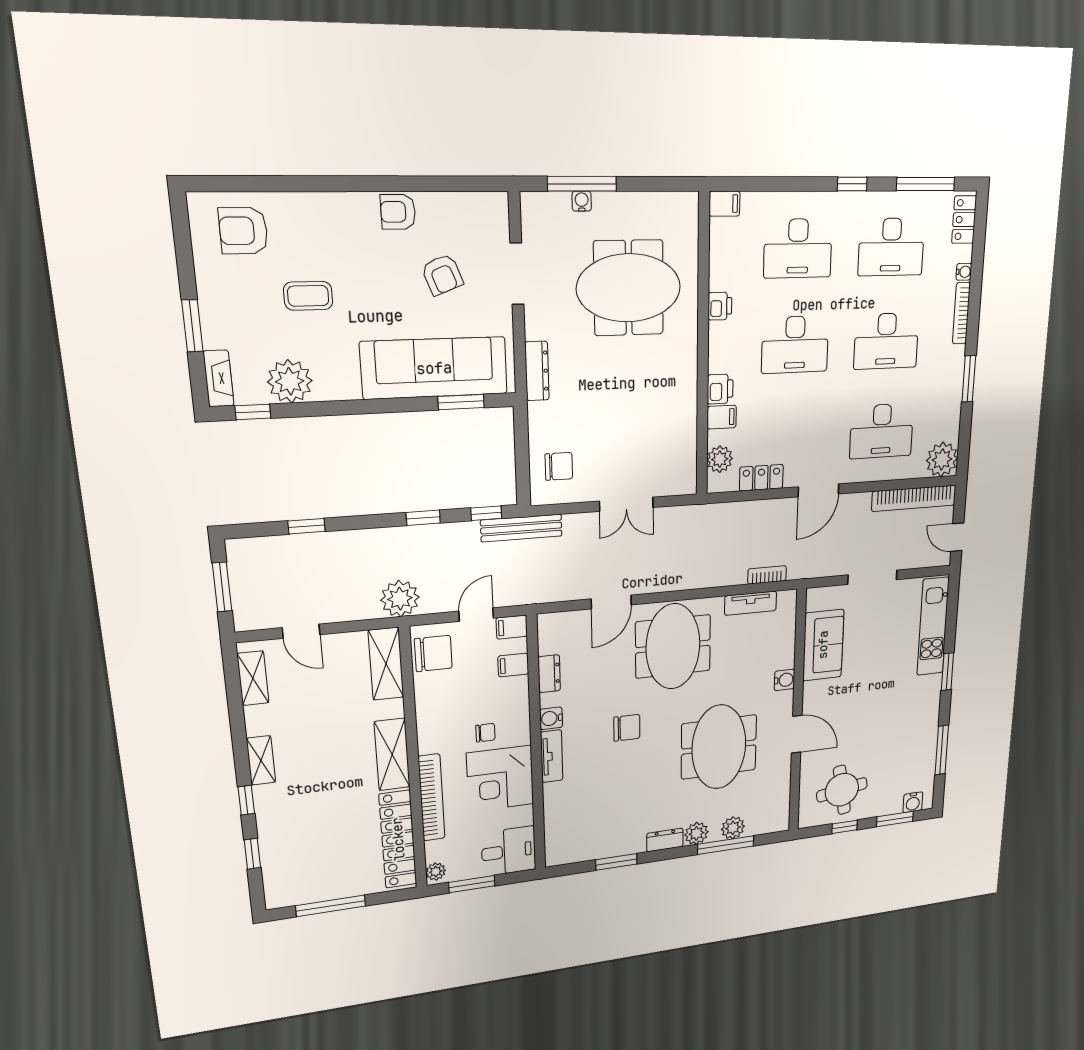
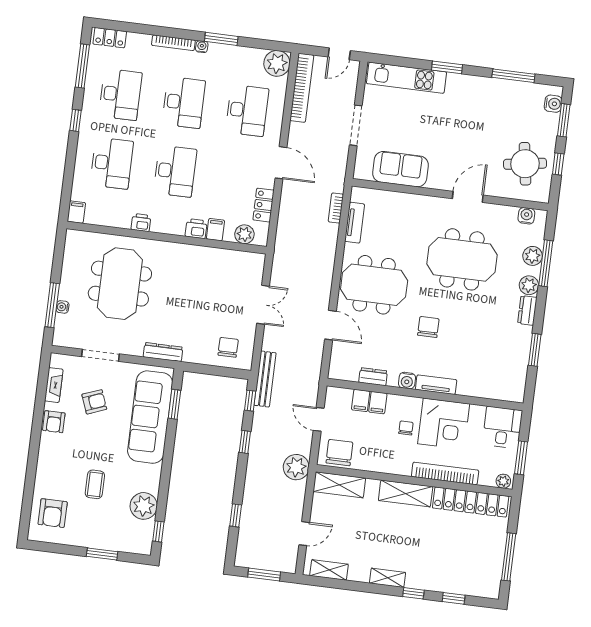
water cooler: (964, 272) -> (202, 47), moved
fireplace: (219, 378) -> (54, 385), moved, turned 90
filing cabinet: (512, 627) -> (378, 403), moved
water cooler: (784, 680) -> (526, 216), moved

